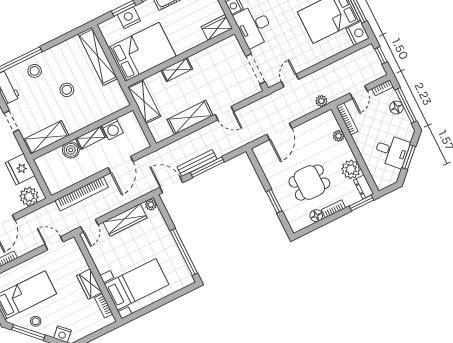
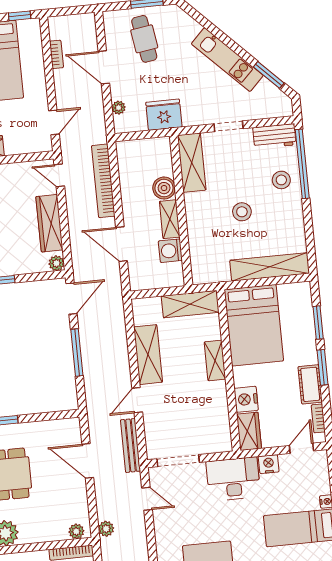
nightstand: (129, 18) -> (246, 399), moved, turned 180
plant: (339, 136) -> (76, 531), moved
bench: (197, 163) -> (131, 445), moved
plant: (29, 196) -> (119, 108), width x0.53, depth x0.53

